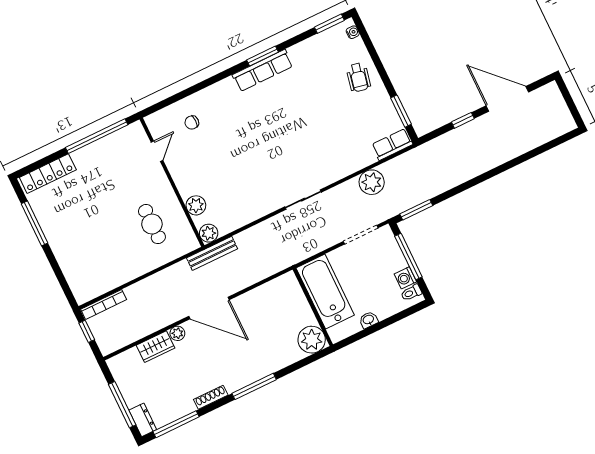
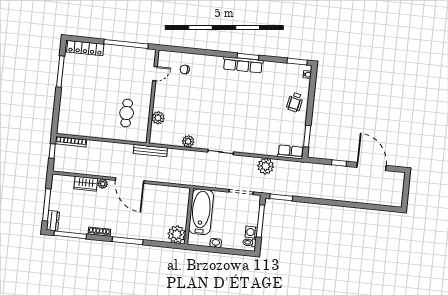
plant: (209, 233) -> (188, 141), moved

